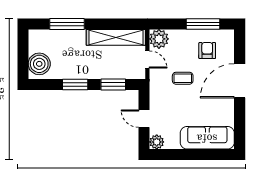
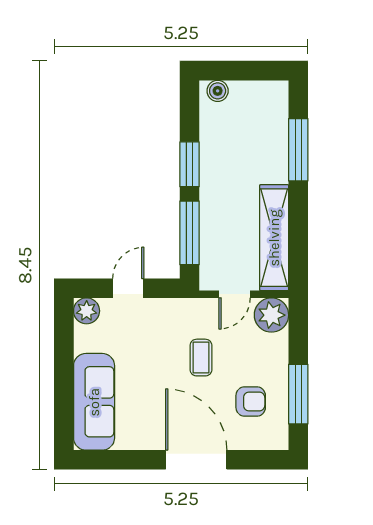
boiler: (39, 64) -> (218, 91), width x0.54, depth x0.54
window: (113, 85) -> (190, 233), width x1.44

